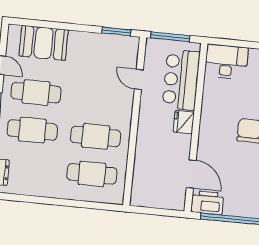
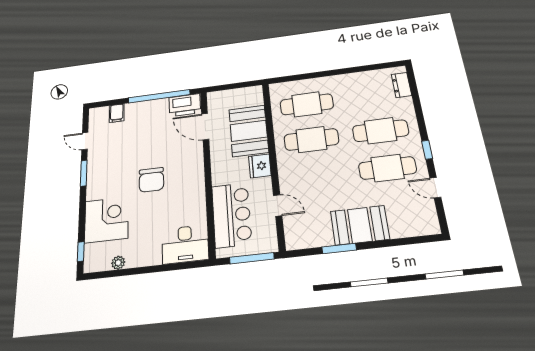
window: (116, 31) -> (339, 249), moved
booth: (44, 43) -> (360, 225), moved
fridge: (184, 122) -> (260, 166), moved, turned 180
booth: (151, 159) -> (249, 131), added

